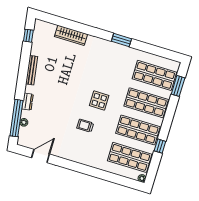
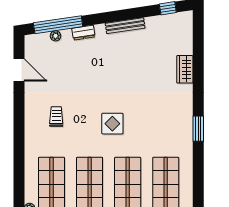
wardrobe: (71, 35) -> (185, 69), width x0.67
trolley: (85, 126) -> (56, 117), moved

